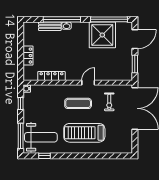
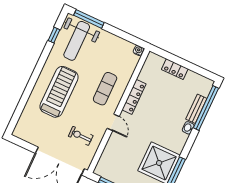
window: (62, 19) -> (206, 108), moved
locker: (51, 76) -> (134, 97), moved
exercise mat: (78, 103) -> (105, 89), moved
window: (21, 104) -> (125, 36), removed

